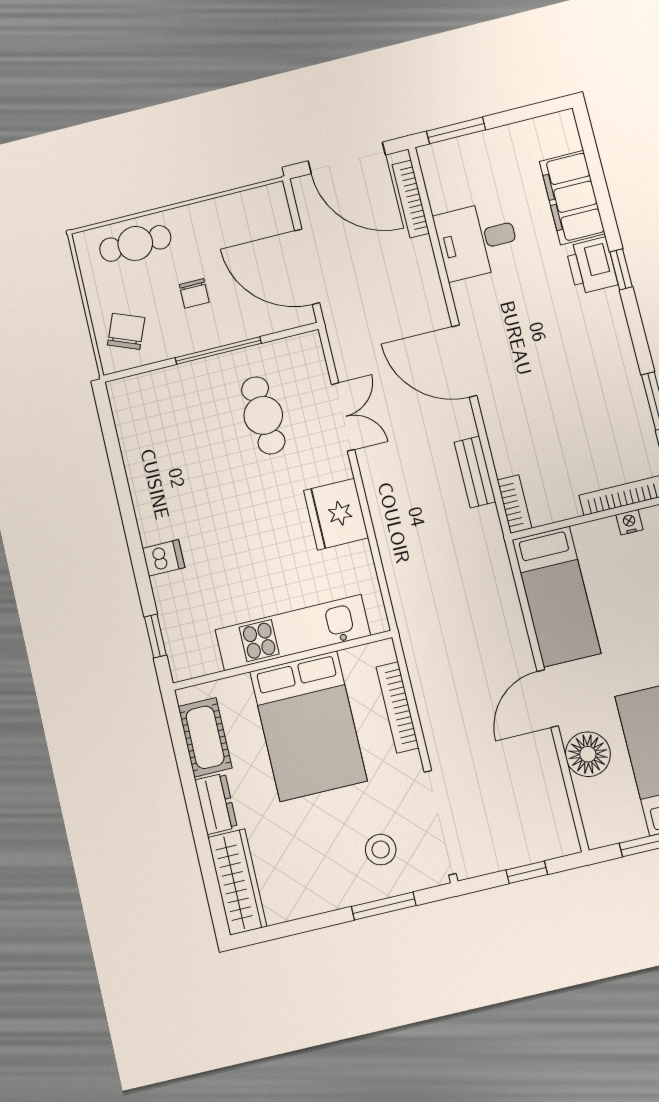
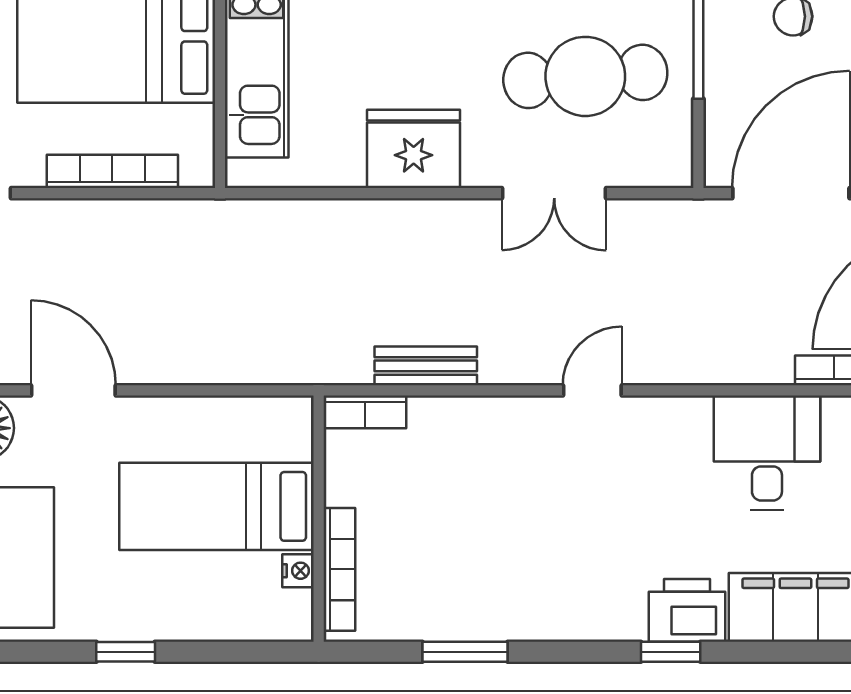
door: (464, 361) -> (592, 390), width x0.53
cafe table: (263, 415) -> (585, 76), width x1.37, depth x1.35
bed: (556, 597) -> (216, 506), moved

